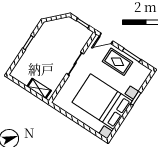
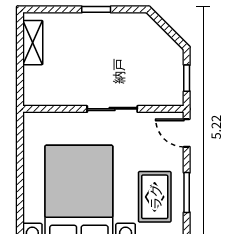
rug: (118, 62) -> (155, 197), moved
shelving: (39, 88) -> (33, 43), moved

